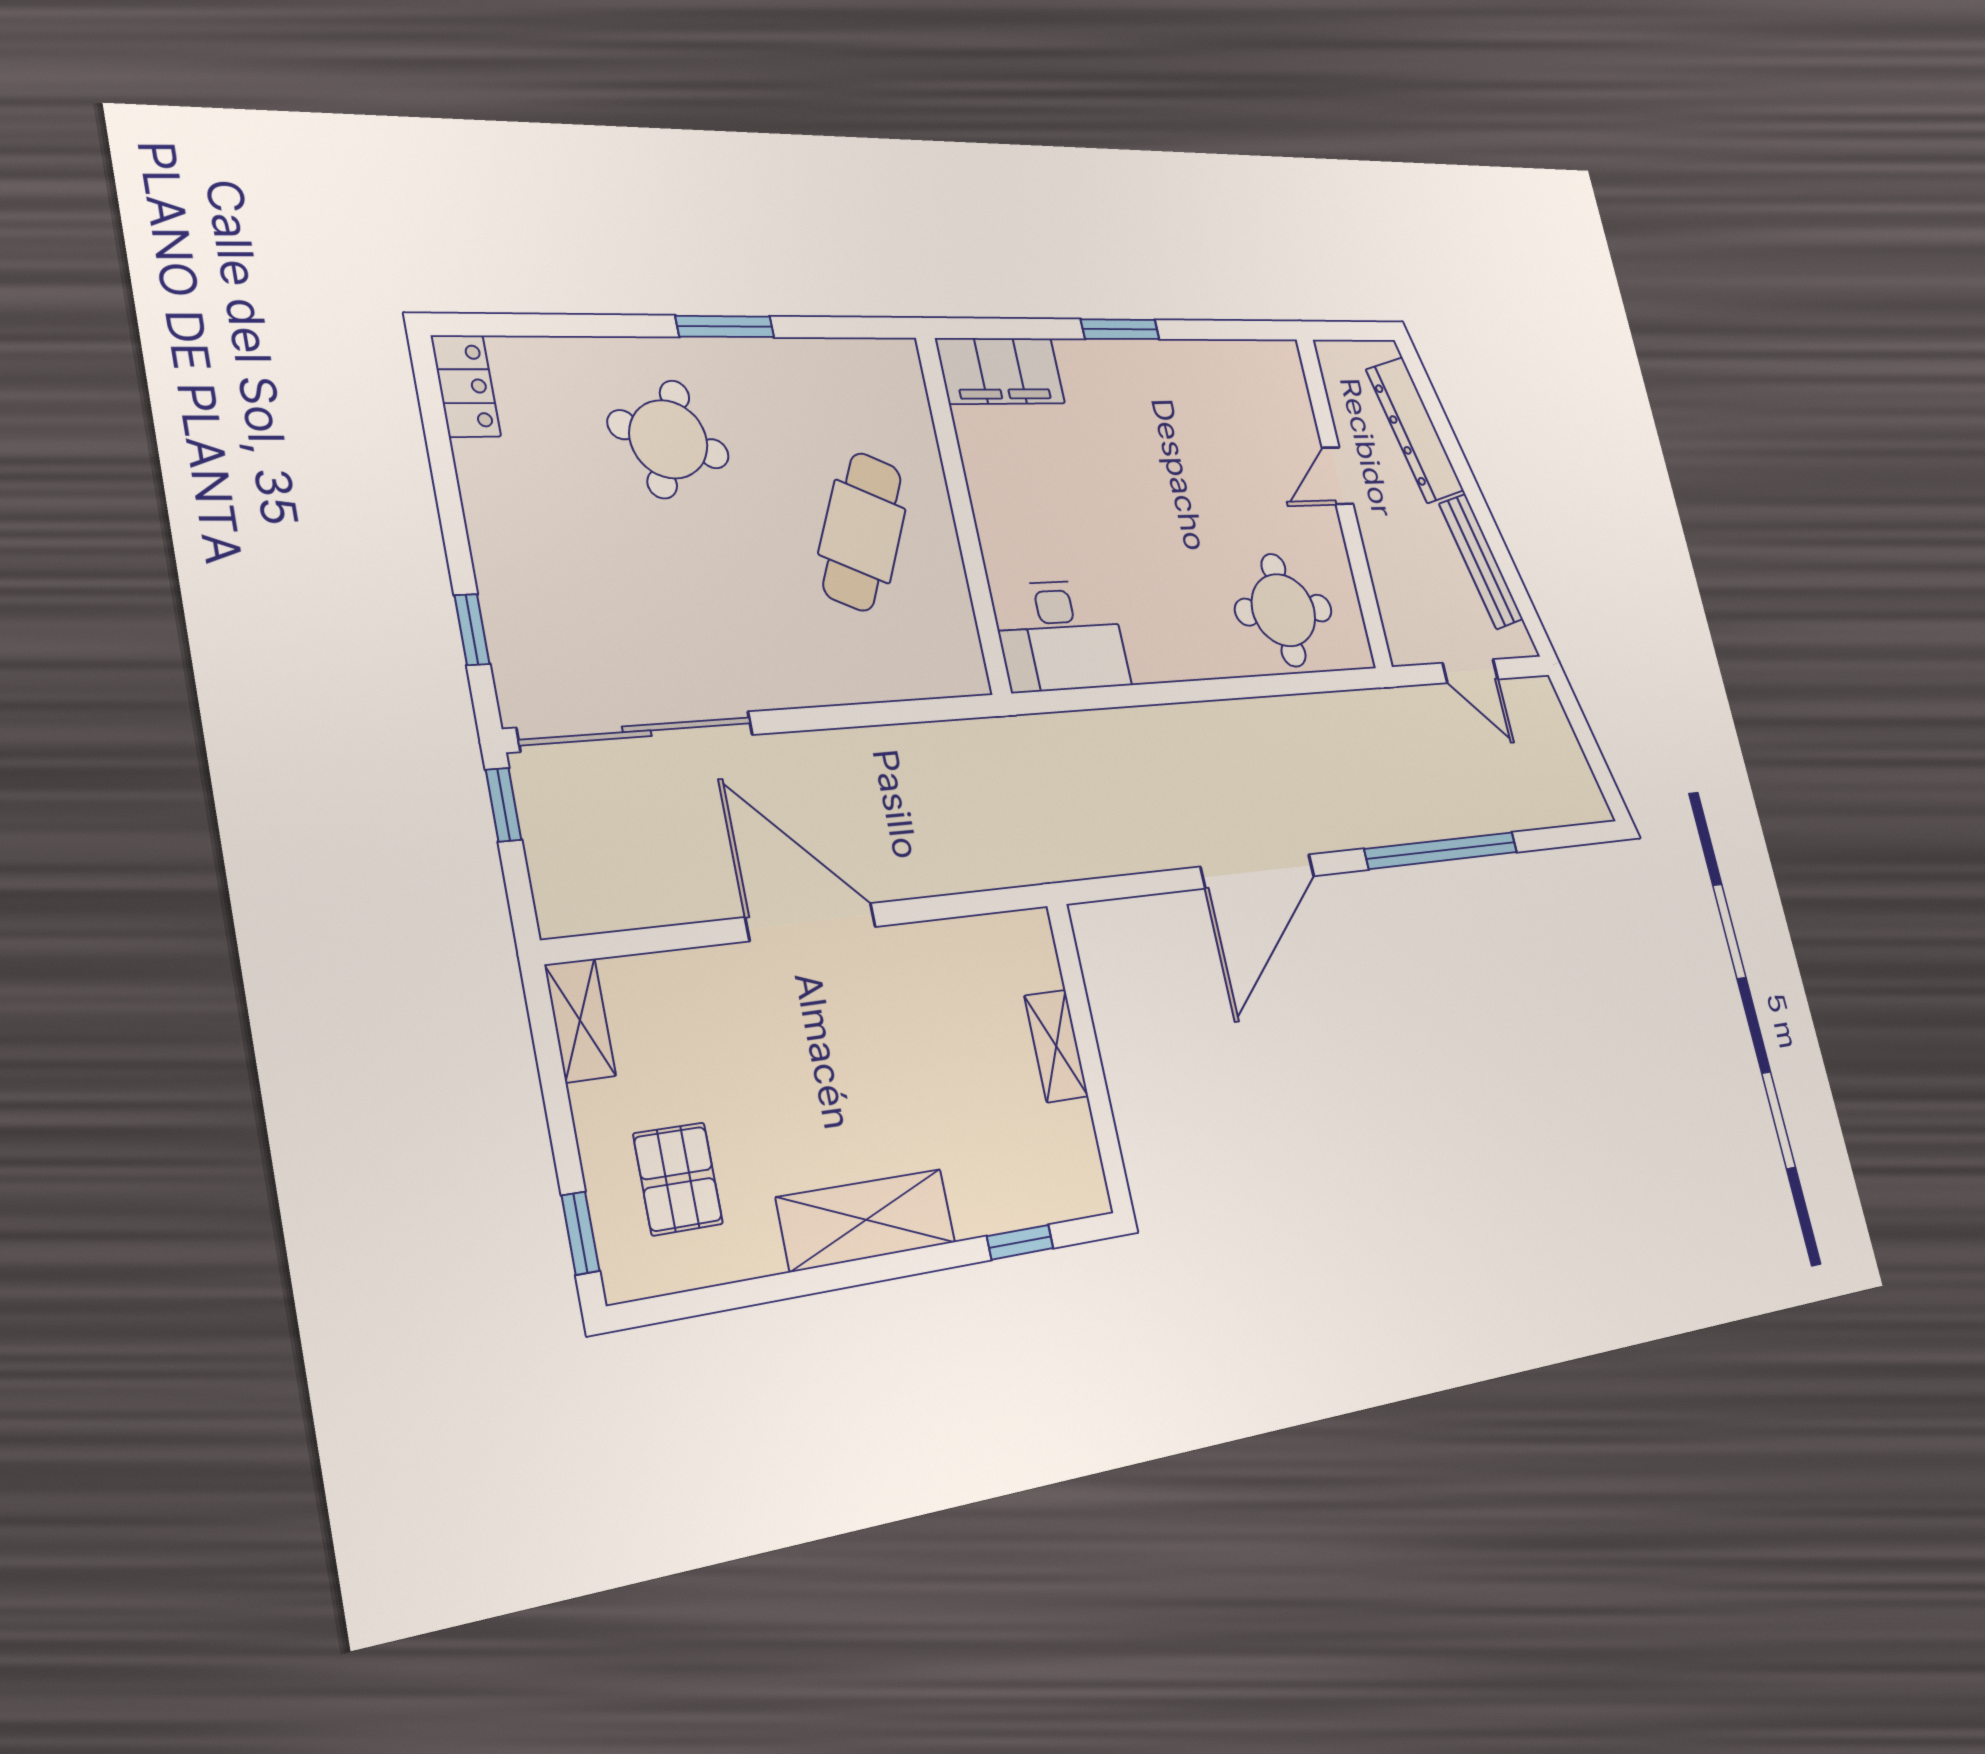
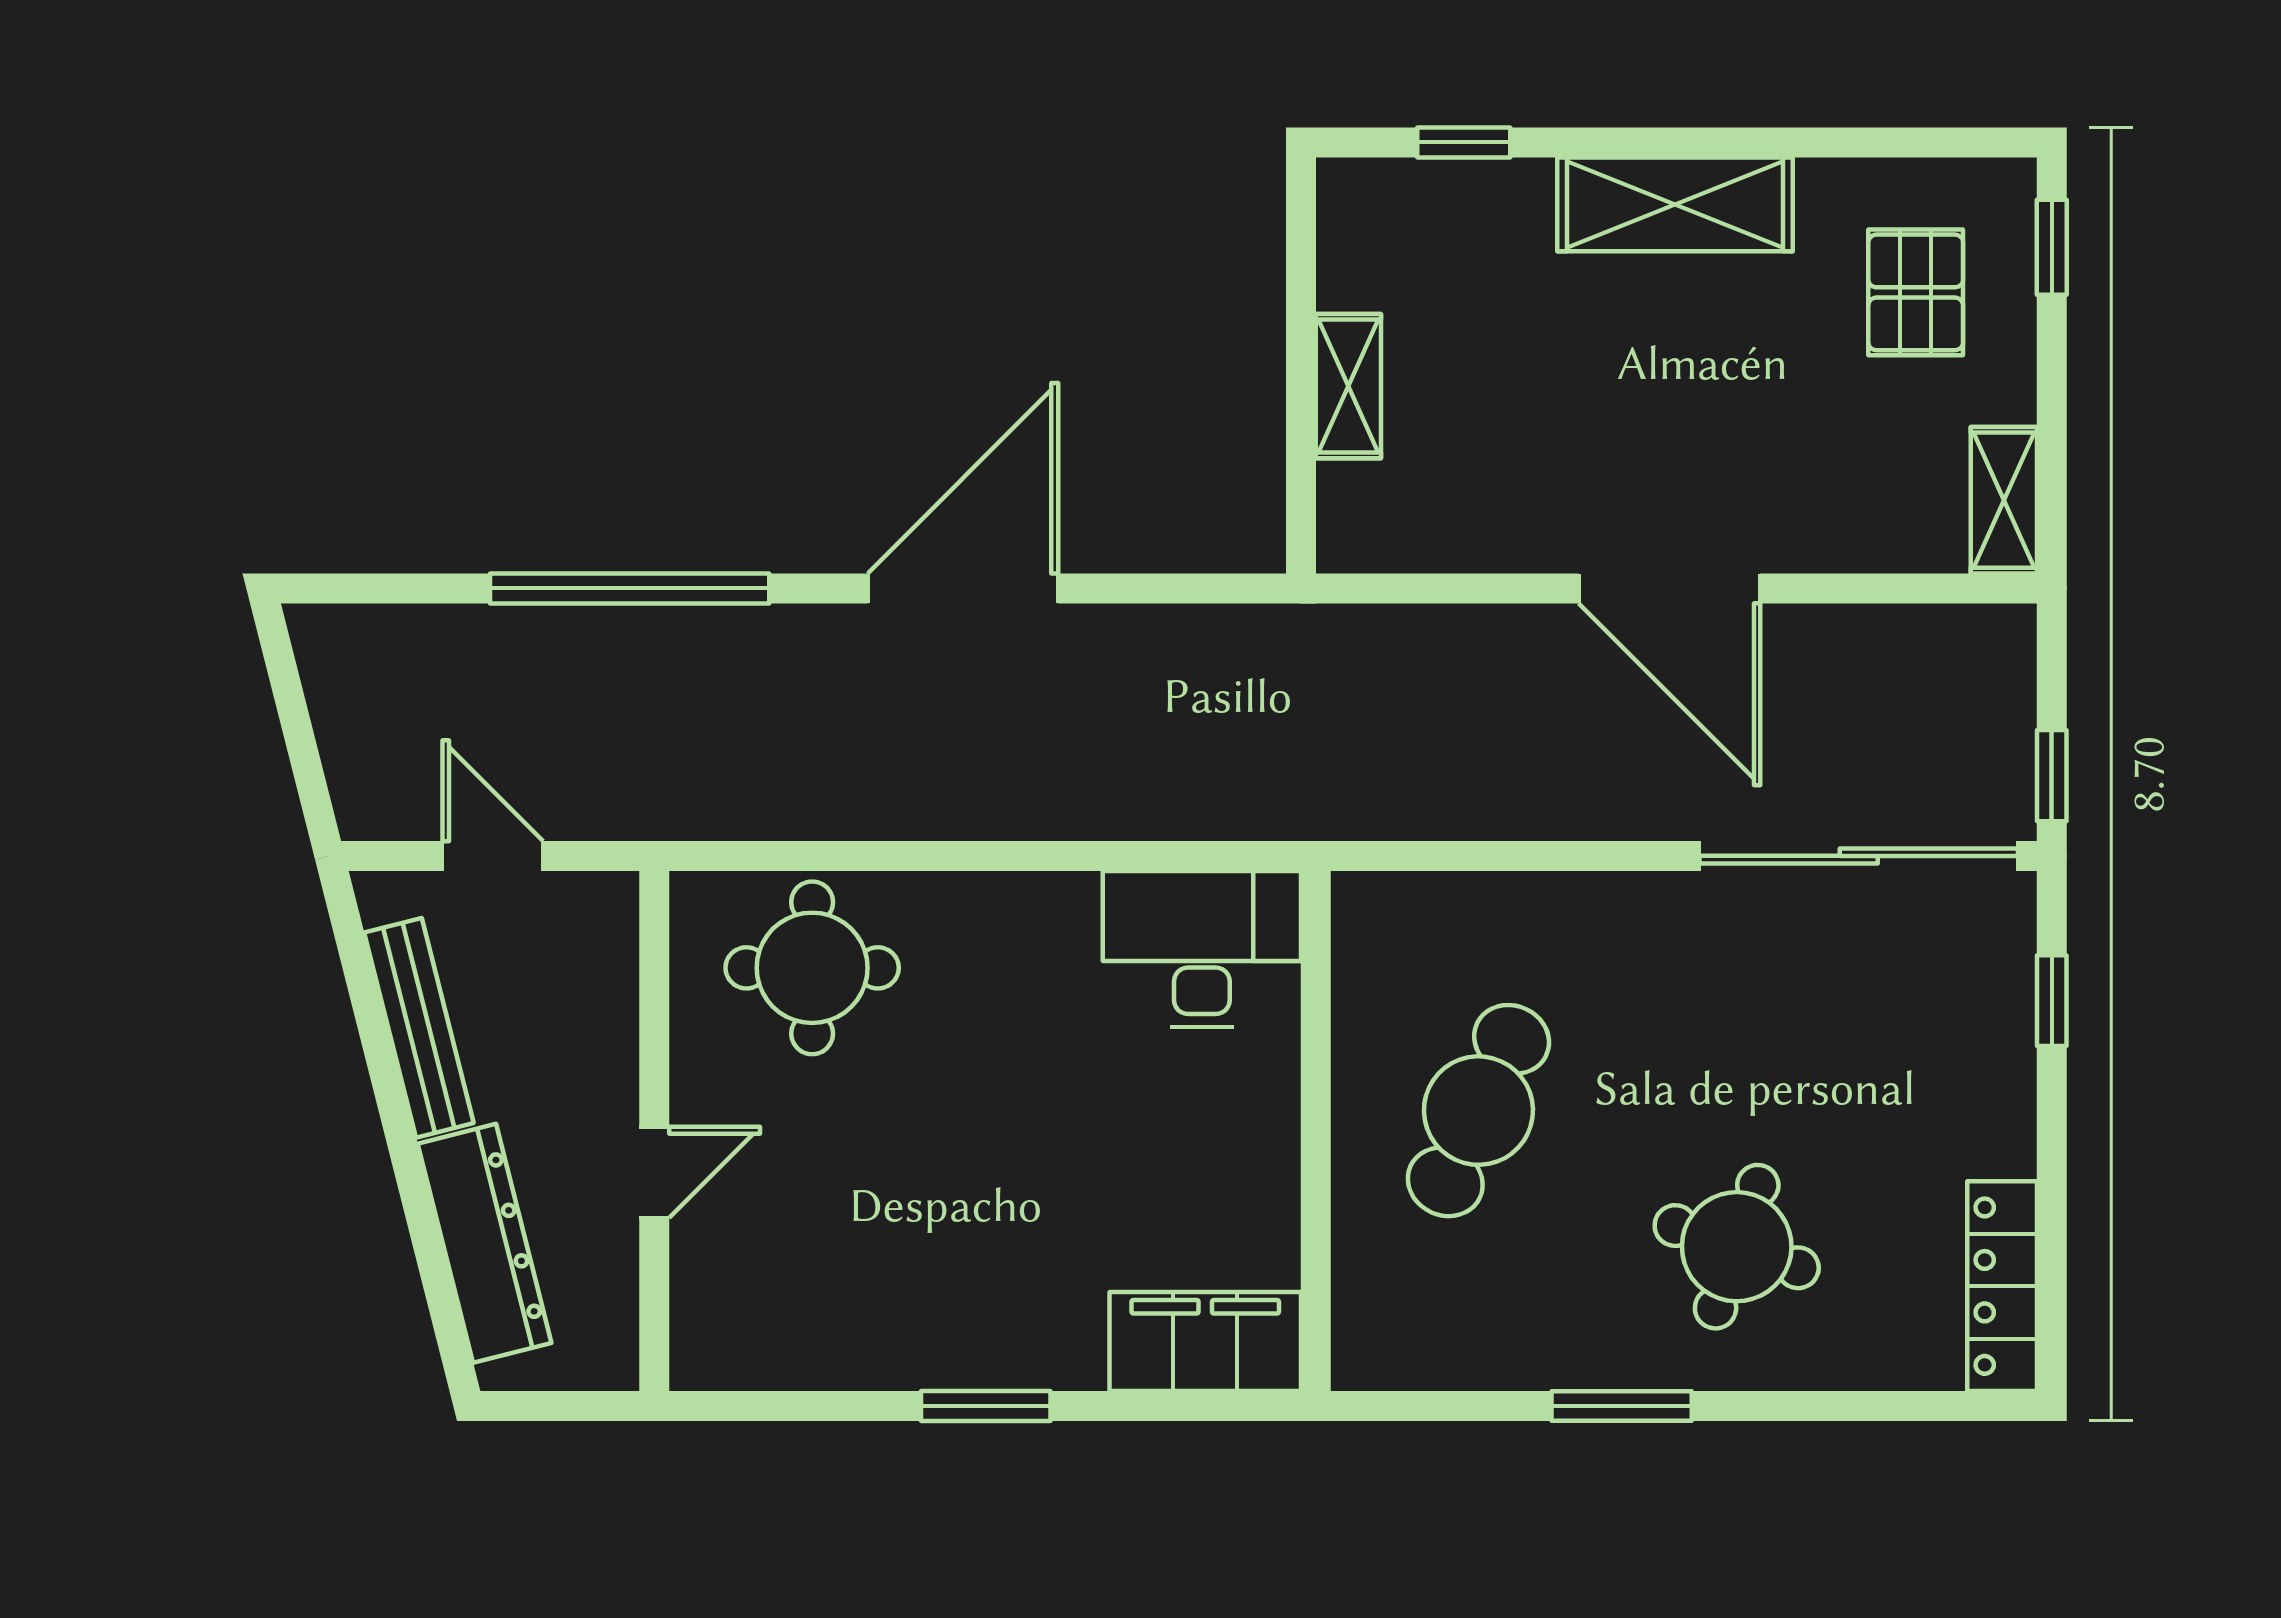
locker: (466, 386) -> (2002, 1286), width x1.53

